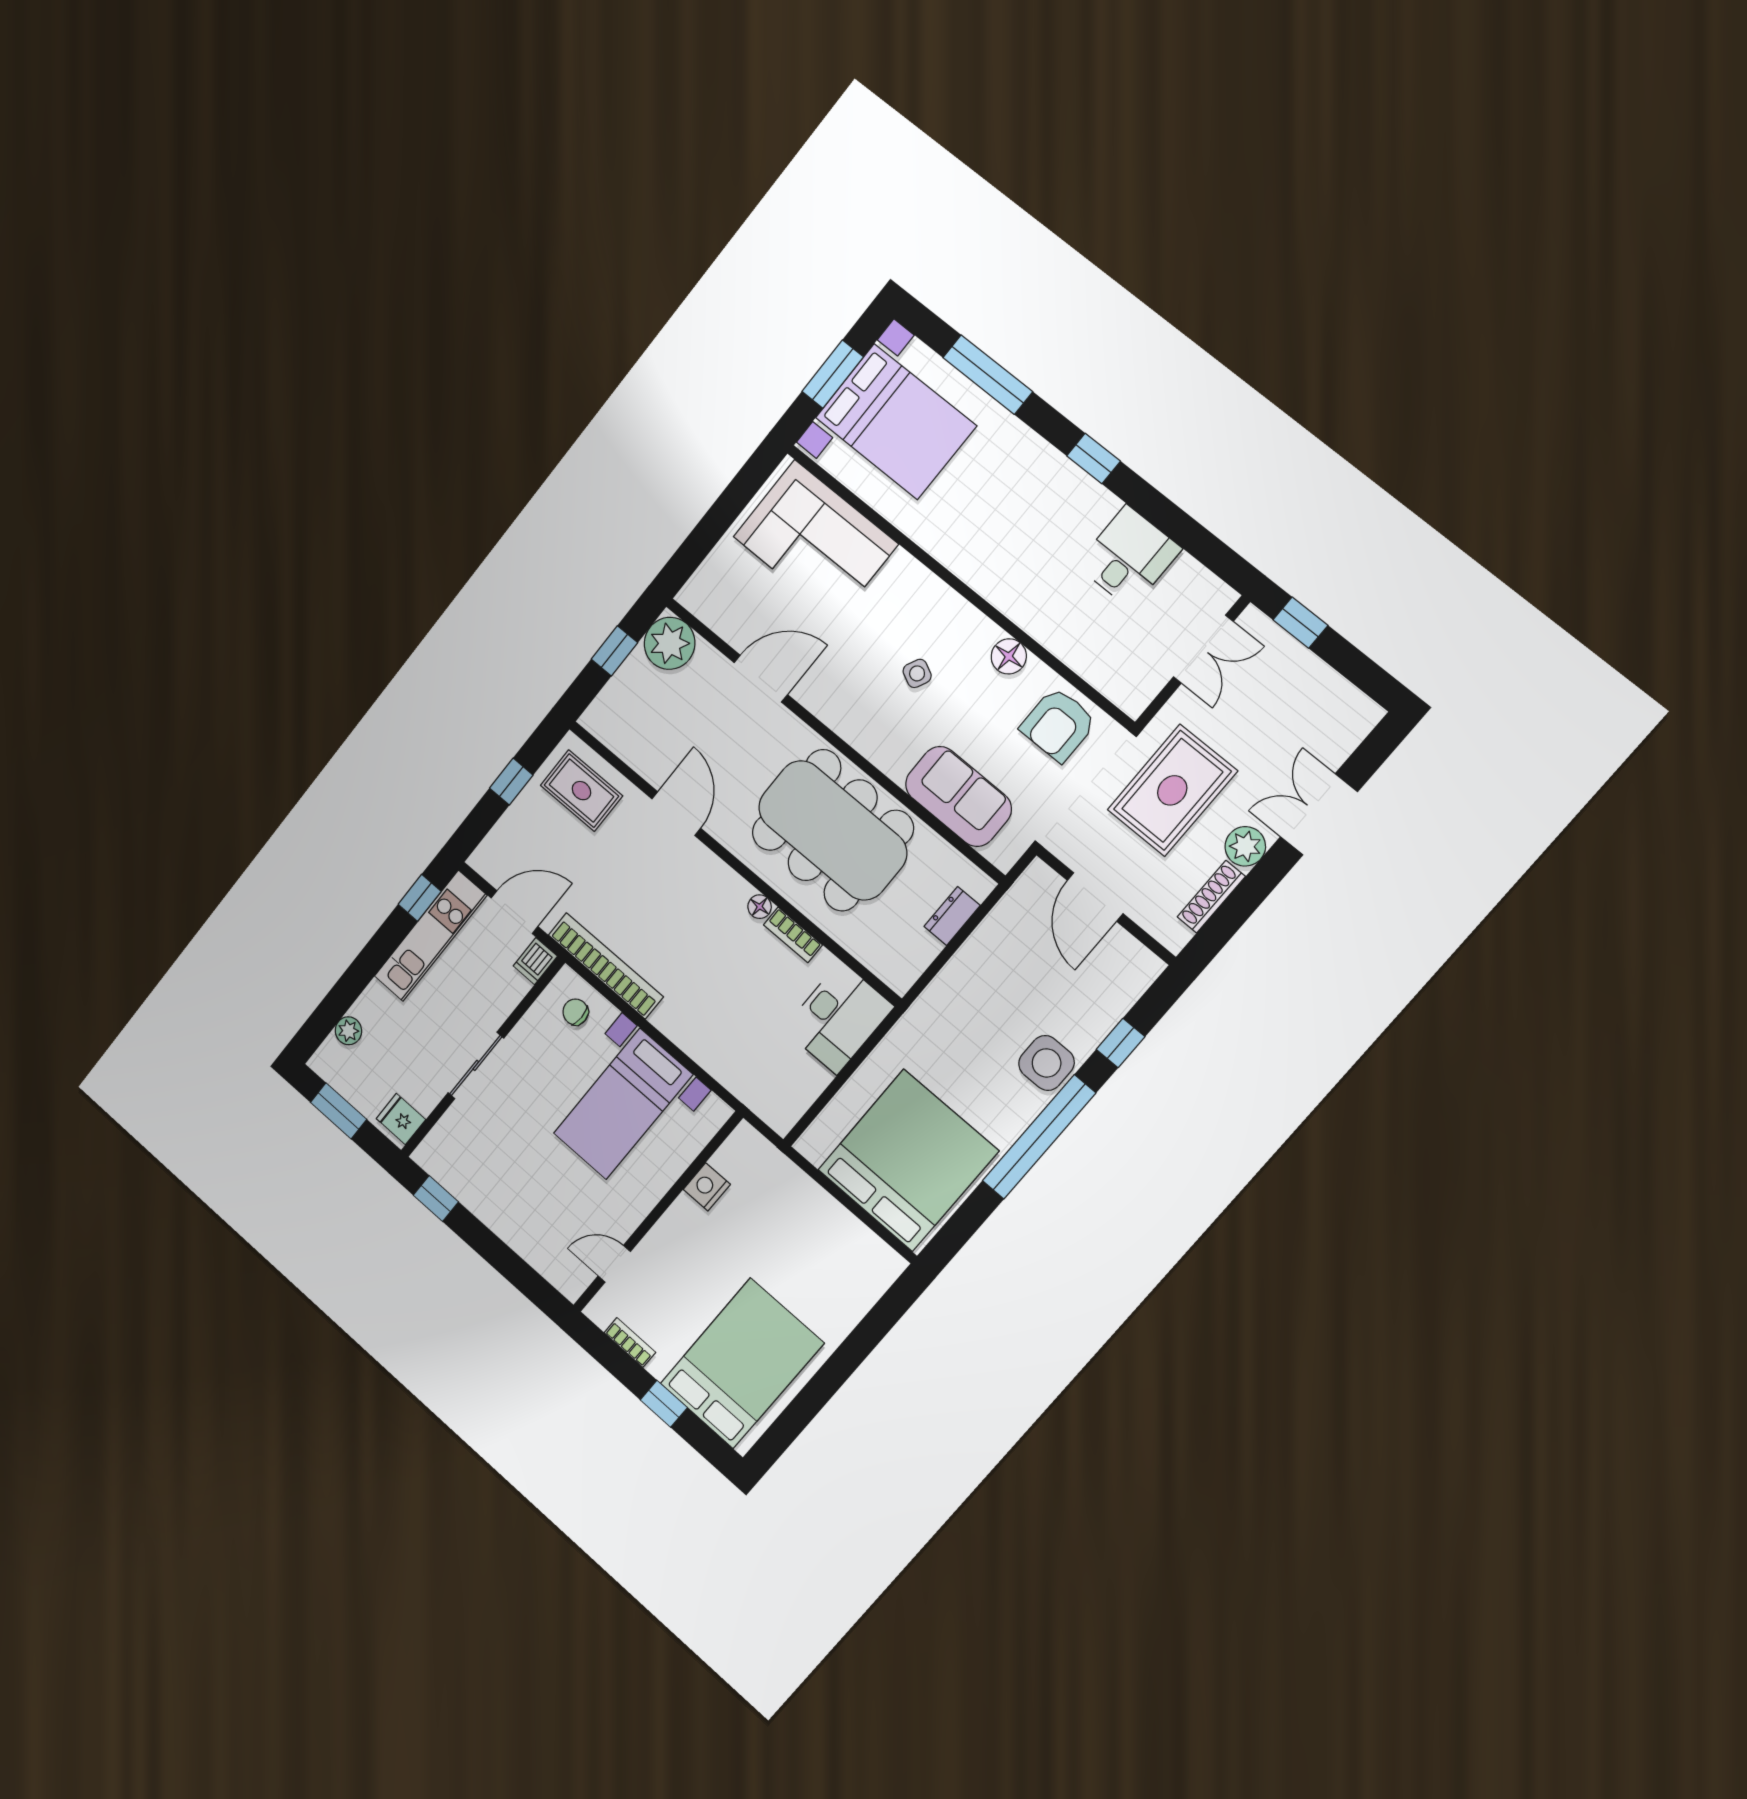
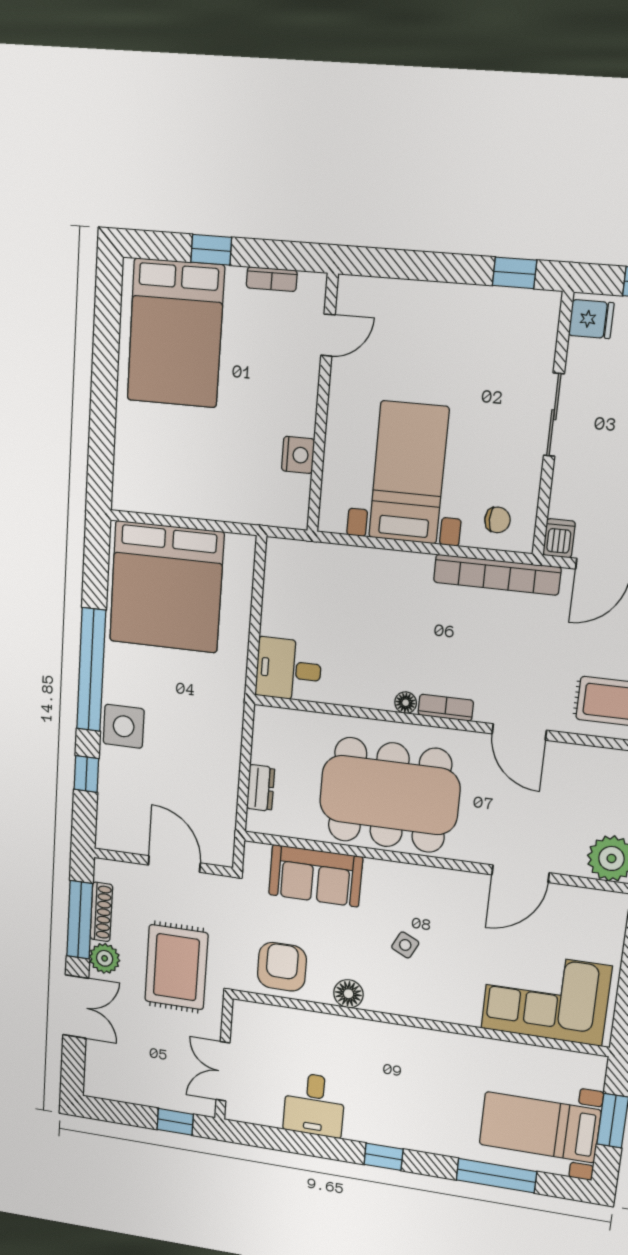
bed with nightstands: (896, 422) -> (540, 1127), width x0.73
window: (1242, 903) -> (80, 920), added
bookcase: (793, 935) -> (446, 708), moved
desk: (839, 1018) -> (288, 669), width x0.73

